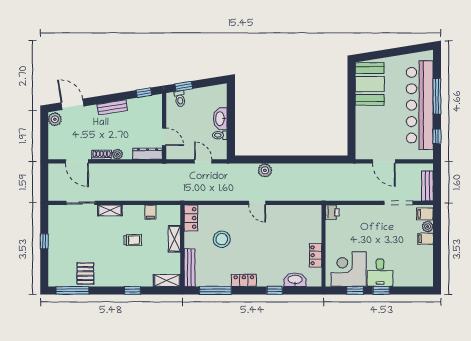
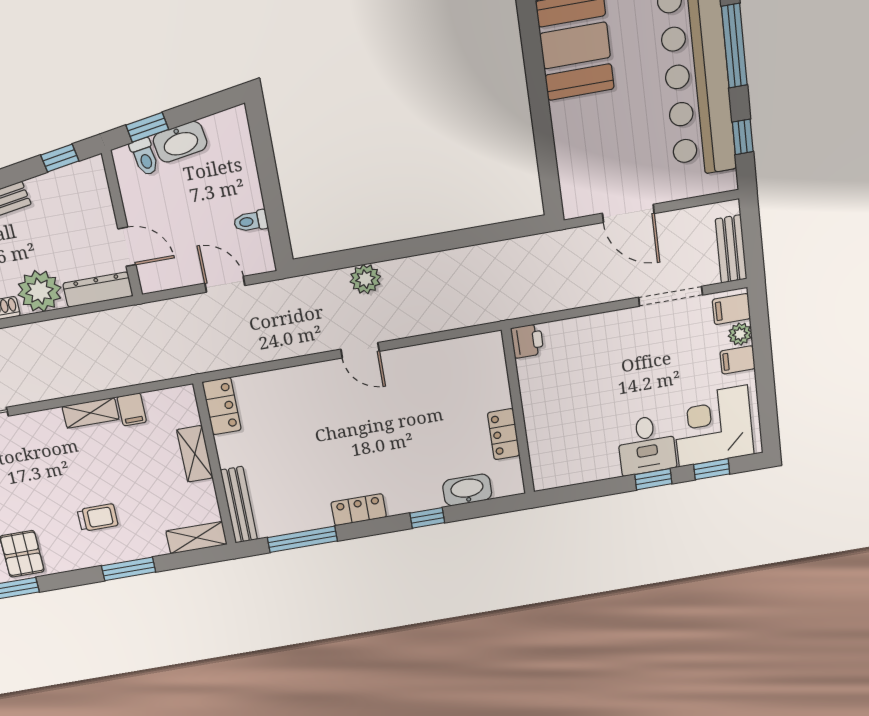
washbasin: (220, 119) -> (180, 142), moved, turned -99
plant: (117, 154) -> (39, 291), width x1.88, depth x1.88
shelving: (110, 210) -> (91, 413), moved
stool: (222, 239) -> (297, 437), removed
trolley: (133, 240) -> (98, 518), moved
corner desk: (349, 269) -> (713, 426), moved
window: (132, 290) -> (129, 569), width x1.50
window: (355, 290) -> (712, 469), moved

